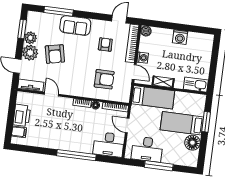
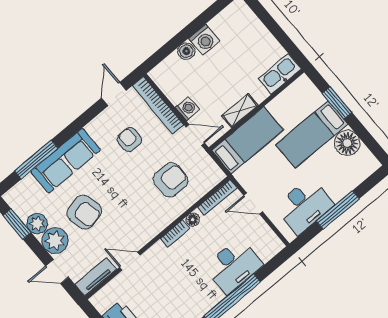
sofa: (75, 25) -> (66, 161), width x1.36
boiler: (146, 31) -> (186, 51), moved
desk: (109, 144) -> (233, 266), moved

